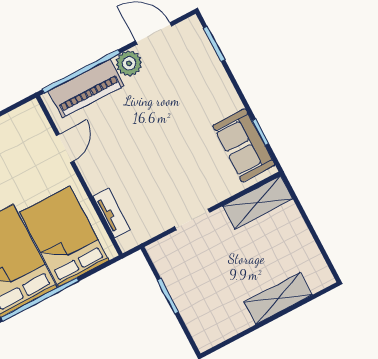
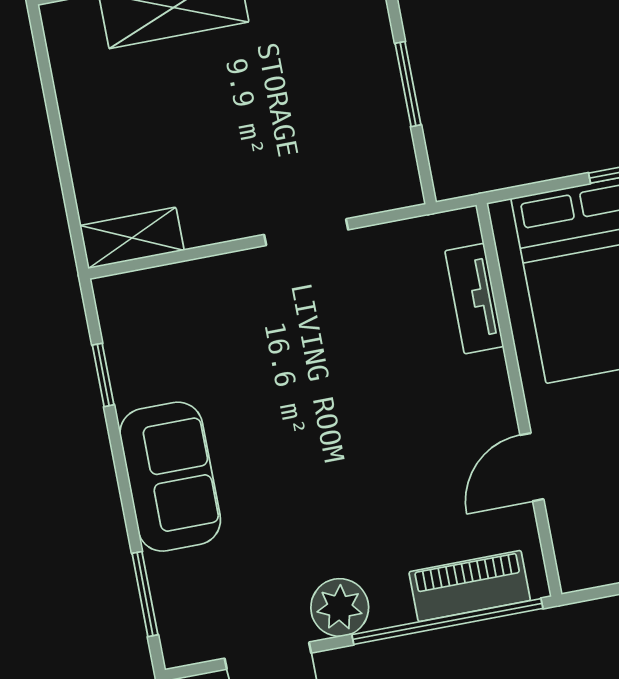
piano: (86, 88) -> (470, 586), width x0.73, depth x0.75
sofa: (244, 145) -> (170, 477), moved
shelving: (258, 202) -> (132, 238), width x0.67, depth x0.75

